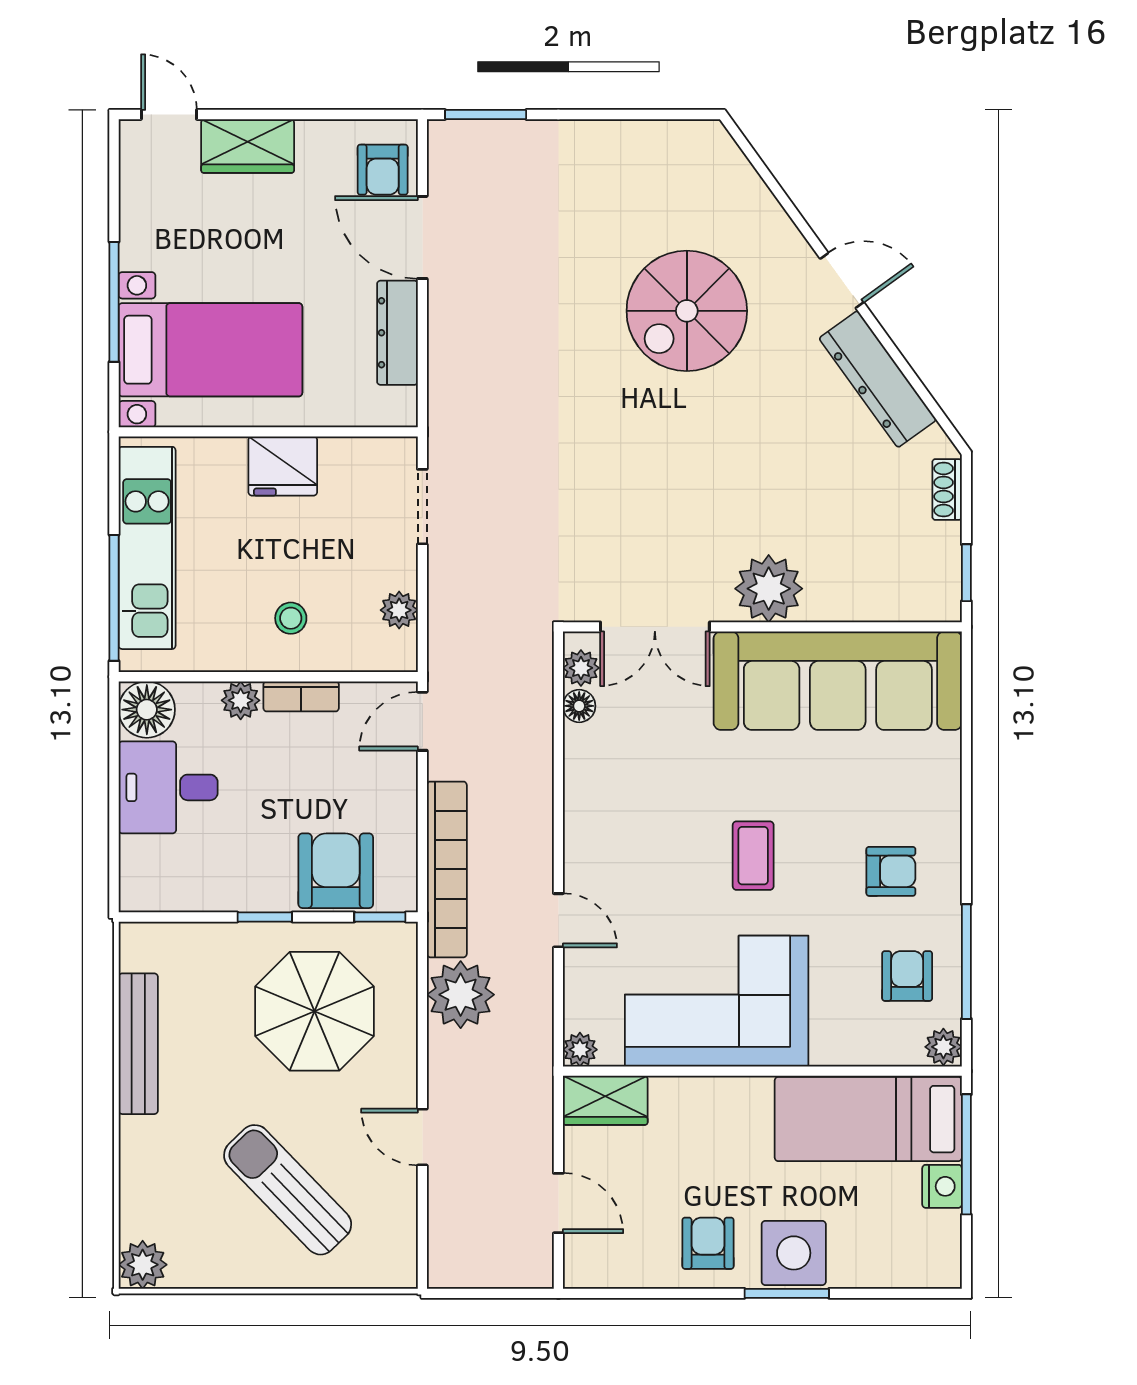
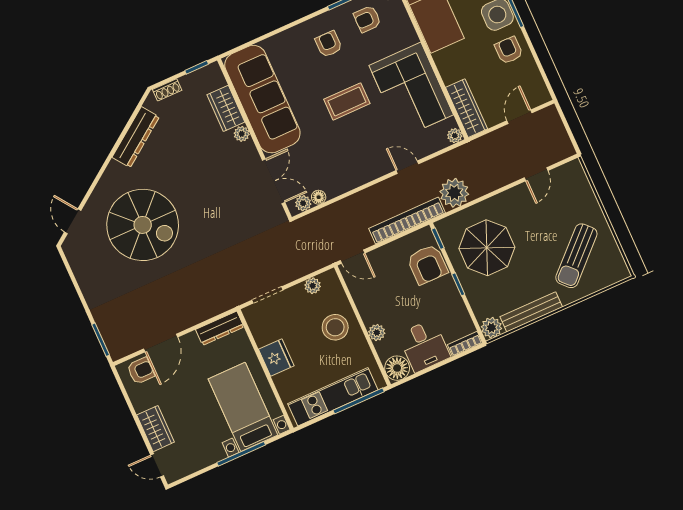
door: (169, 115) -> (157, 465), hinge flipped
door: (842, 280) -> (73, 221), moved
spiral stairs: (687, 311) -> (143, 225), width x1.37, depth x1.37
dresser: (397, 333) -> (220, 328), moved
plant: (769, 589) -> (242, 134), width x0.53, depth x0.53
wardrobe: (853, 595) -> (226, 108), added
stool: (291, 618) -> (335, 327), width x1.89, depth x1.89
bookcase: (301, 696) -> (465, 344), moved, turned -90
coffee table: (753, 856) -> (347, 101), width x1.36, depth x1.30
armchair: (336, 871) -> (427, 264), turned -90
door: (558, 920) -> (407, 167), hinge flipped
wardrobe: (605, 1100) -> (467, 108), width x1.50
door: (422, 1137) -> (536, 174), moved
sun lounger: (288, 1190) -> (576, 256), moved
armchair: (708, 1243) -> (509, 50), turned 90
plant: (143, 1265) -> (491, 328), moved

